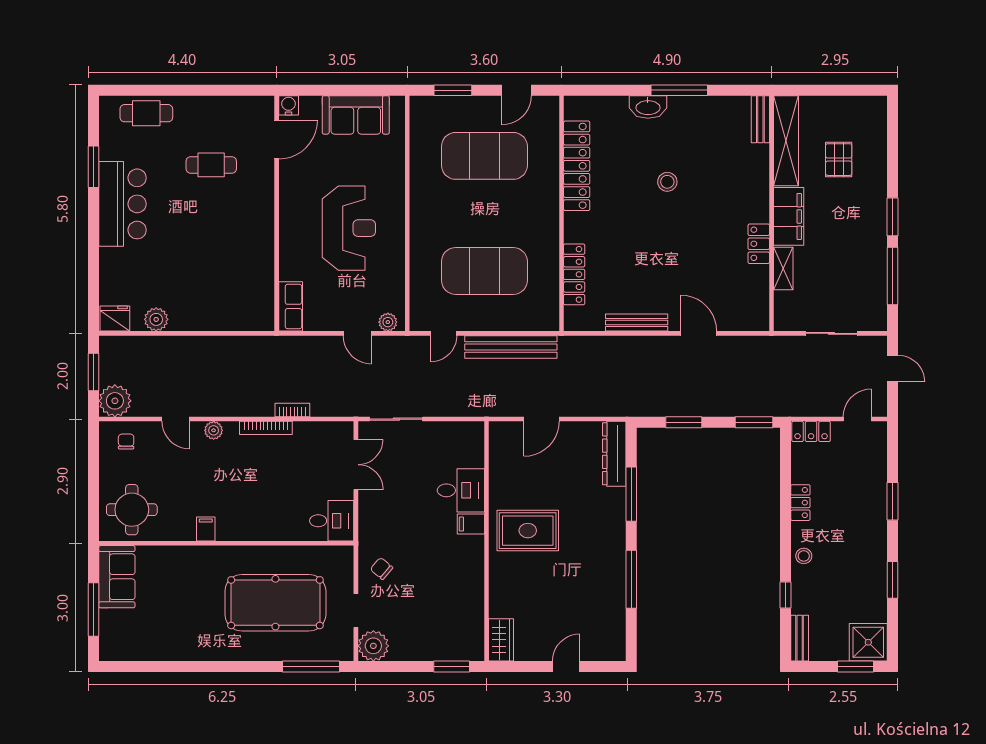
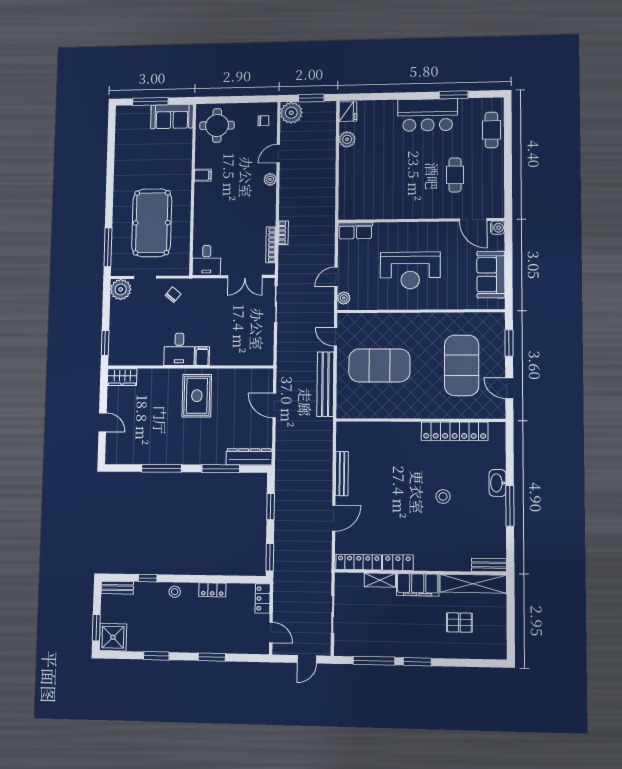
exercise mat: (484, 271) -> (379, 365), turned 90
locker: (574, 274) -> (359, 562), moved, turned 180
bookcase: (266, 428) -> (271, 245), moved
desk: (461, 490) -> (179, 349), moved

